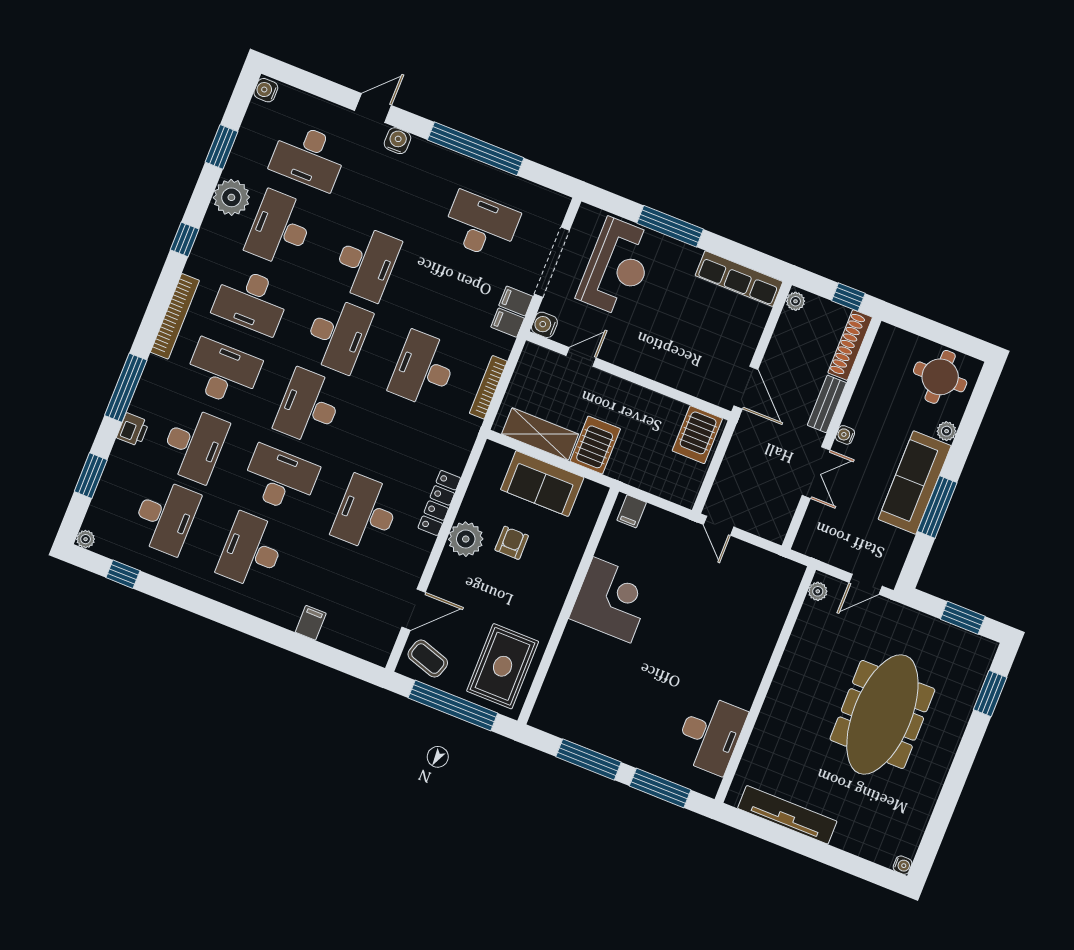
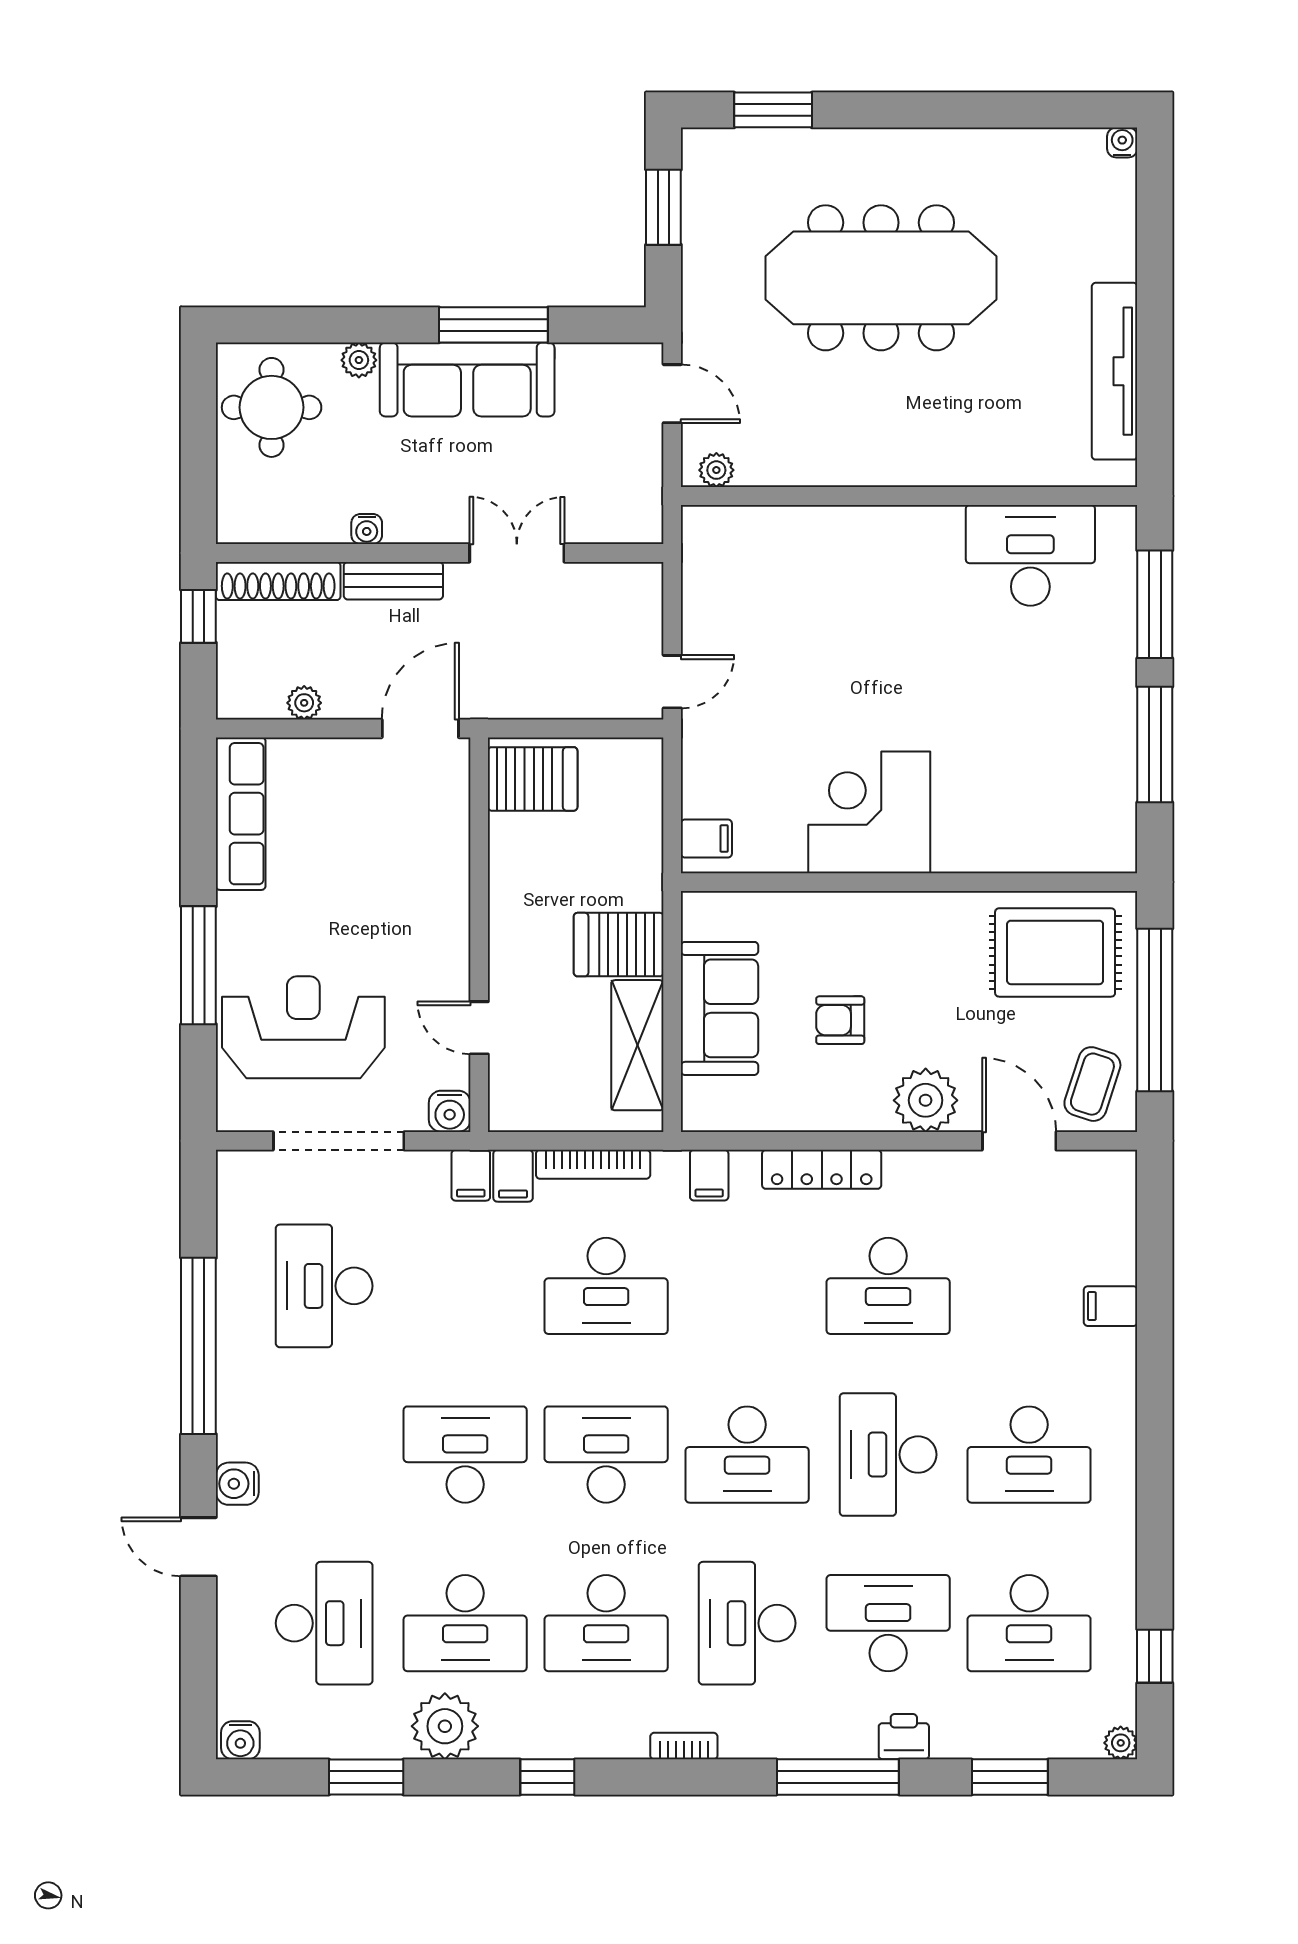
desk: (251, 301) -> (606, 1623), turned 90
filing cabinet: (516, 301) -> (513, 1176), moved
plant: (795, 301) -> (304, 703), moved
bookcase: (175, 316) -> (684, 1746), width x0.43, depth x0.76
water cooler: (845, 435) -> (367, 529), moved
filing cabinet: (459, 444) -> (709, 1175), added
desk: (165, 517) -> (1029, 1623), turned 180
plant: (466, 539) -> (926, 1100), moved

